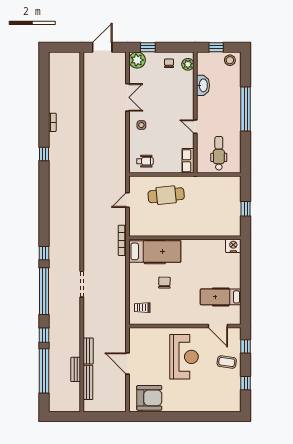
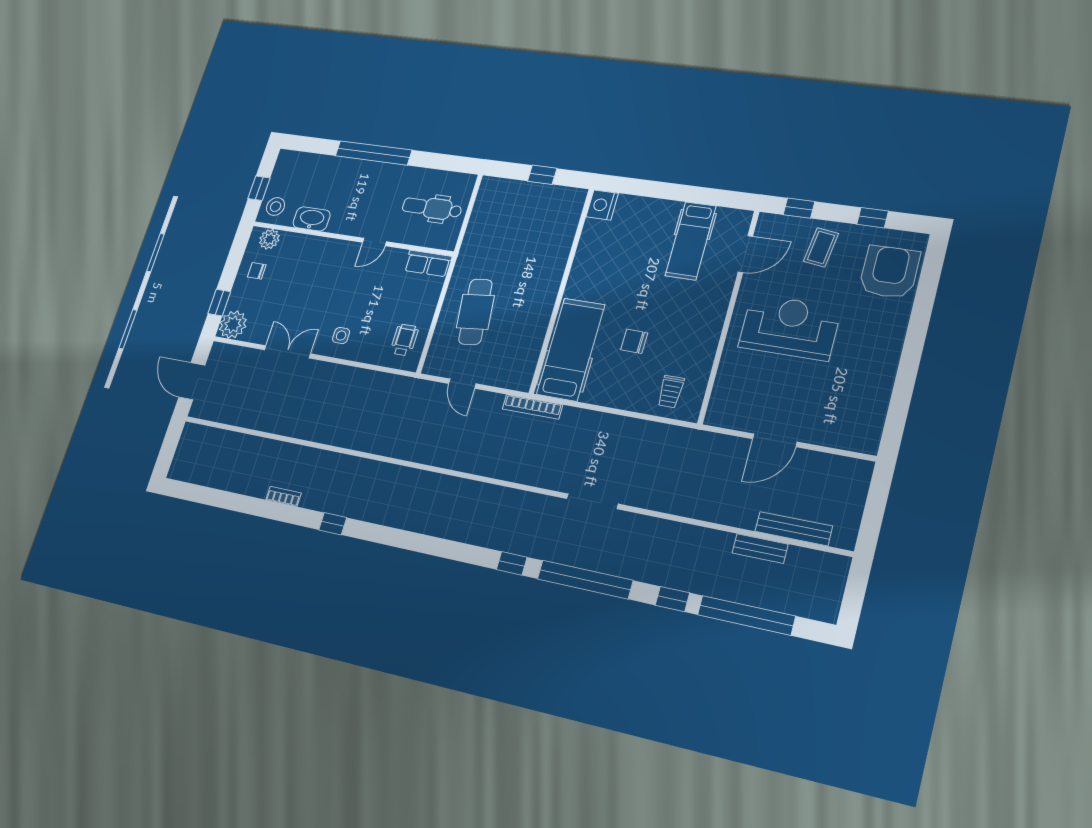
stool: (230, 60) -> (276, 207), moved
bench: (88, 351) -> (729, 515), removed
armchair: (149, 398) -> (889, 272), moved

